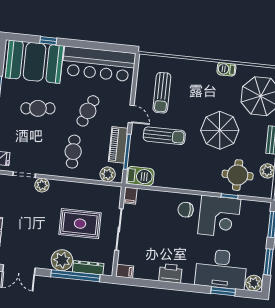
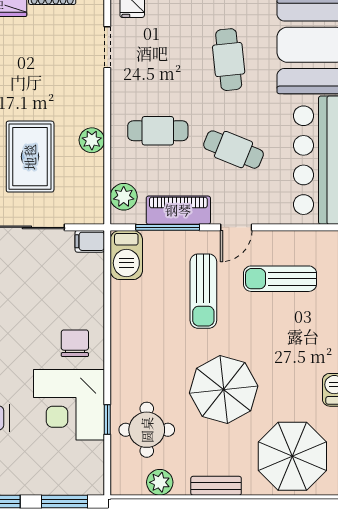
plant: (42, 185) -> (92, 140), moved

